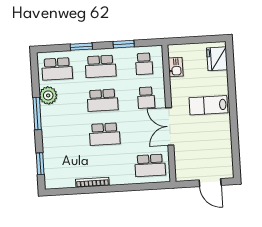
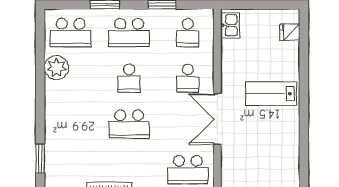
fridge: (217, 59) -> (290, 32), width x0.53, depth x0.75
kitchen sink: (176, 67) -> (230, 25), moved
school desk: (103, 100) -> (129, 78), width x0.54
window: (37, 114) -> (40, 91), removed

